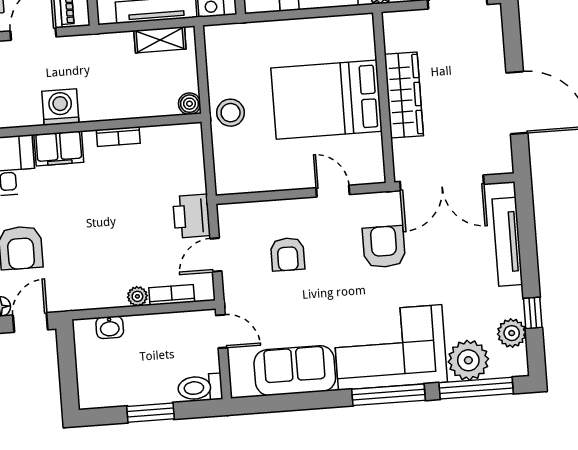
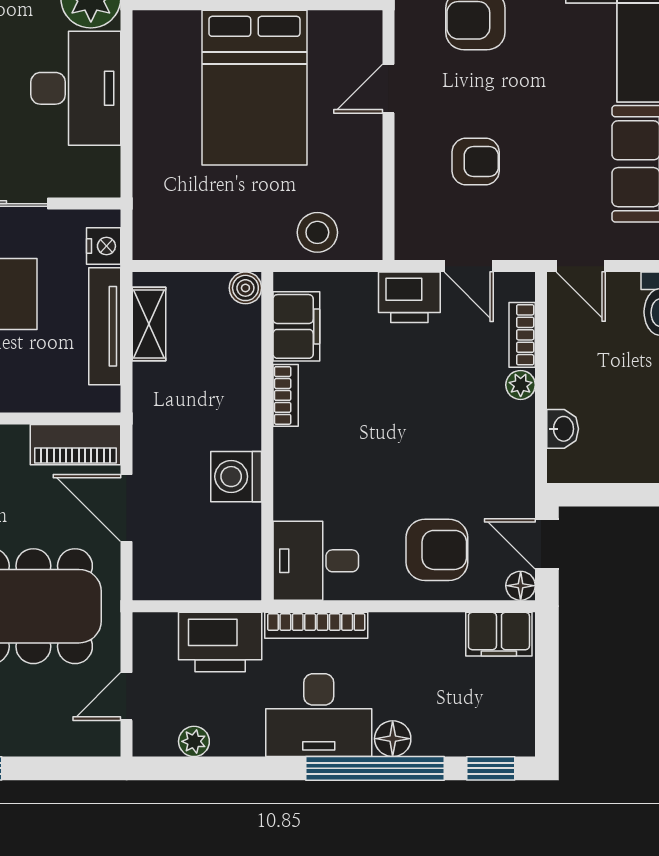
stool: (231, 113) -> (317, 232), moved
filing cabinet: (59, 148) -> (296, 326), moved
door: (222, 331) -> (581, 266), swing flipped

